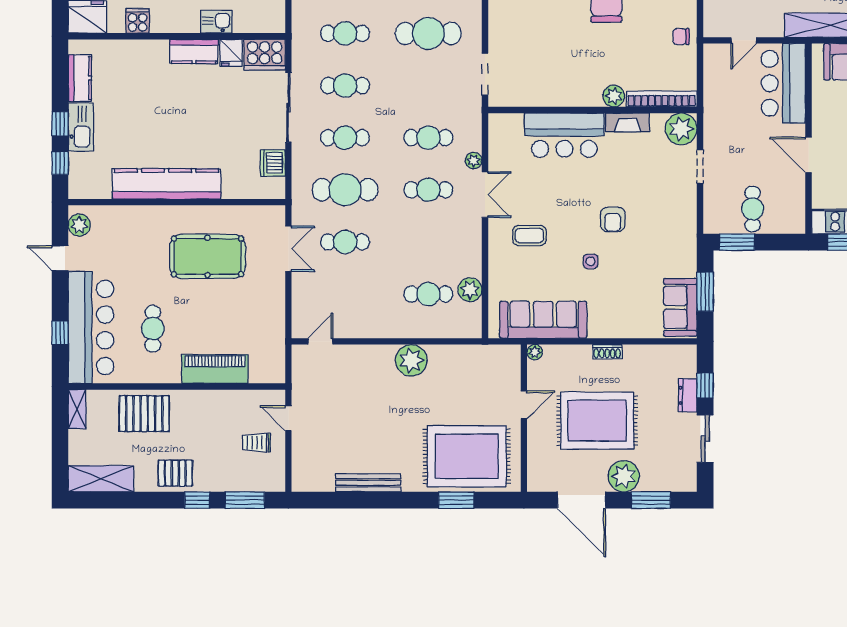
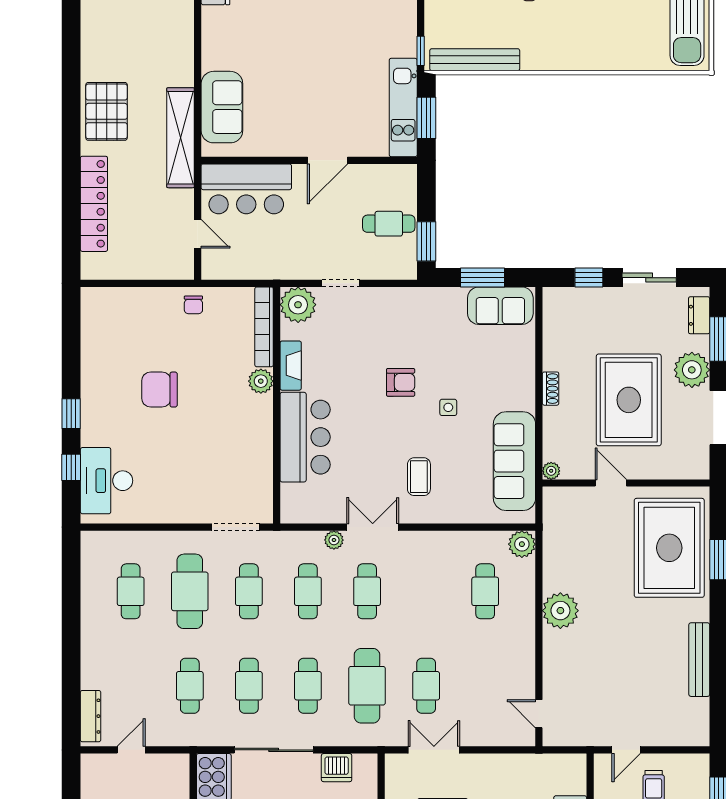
cafe table: (428, 86) -> (249, 591), added
plant: (470, 290) -> (522, 544), moved
dresser: (688, 395) -> (699, 315), moved, turned 90

